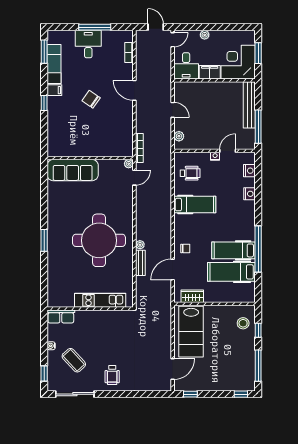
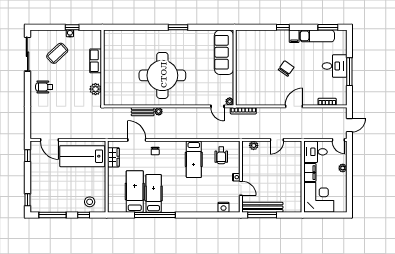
window: (258, 53) -> (327, 215), removed
bench: (249, 105) -> (262, 207), moved
nightstand: (249, 194) -> (203, 207), removed
window: (44, 240) -> (178, 27), moved
kitchen unit: (100, 300) -> (110, 76), removed
row of seats: (61, 316) -> (96, 61), moved
plant: (115, 317) -> (95, 89), added
window: (44, 373) -> (72, 27), moved

